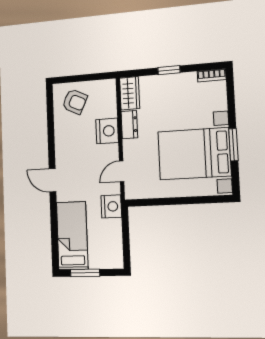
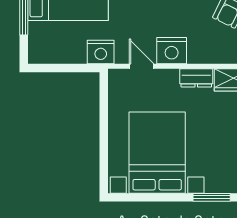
nightstand: (107, 131) -> (172, 51), moved
window: (233, 145) -> (212, 197), moved

